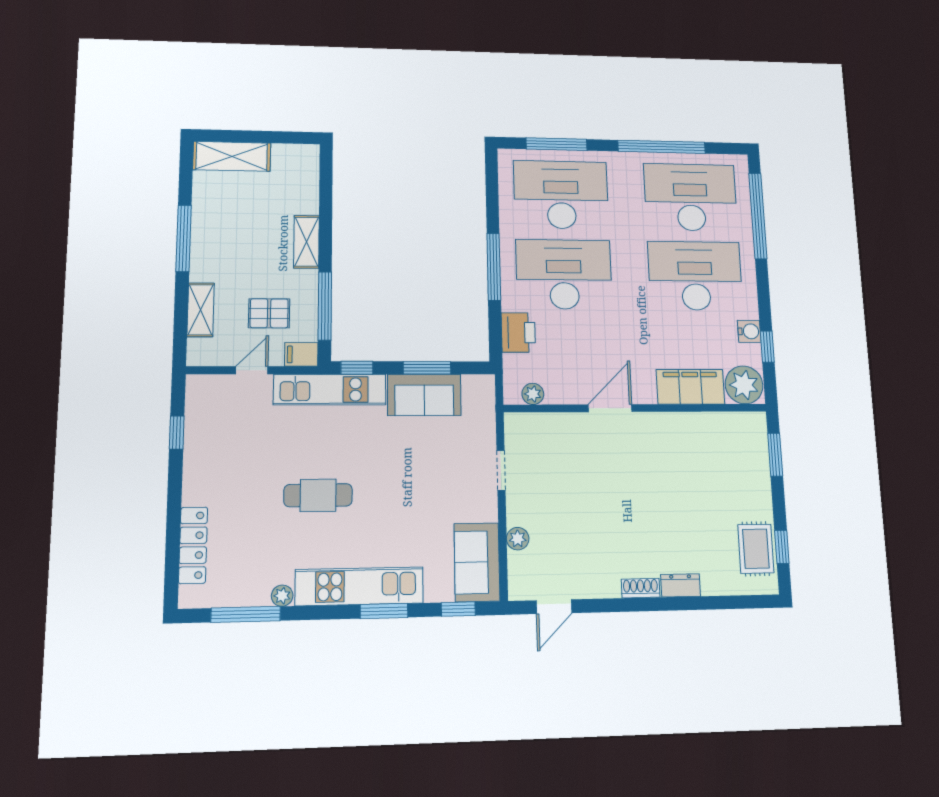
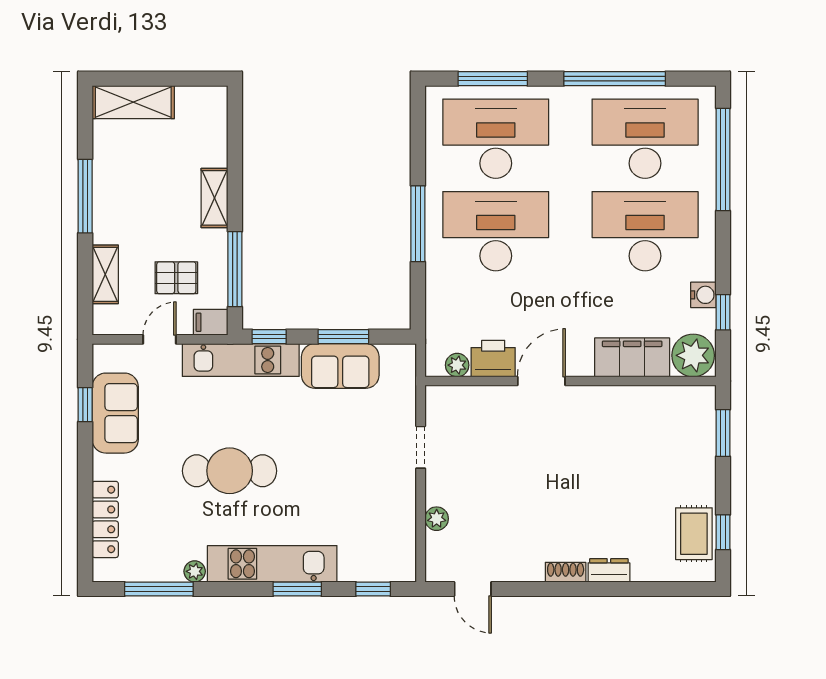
printer: (518, 333) -> (493, 359), moved, turned -90
cafe table: (318, 495) -> (230, 471), width x1.37, depth x1.35
sofa: (477, 562) -> (115, 413), moved, turned 180
door: (554, 607) -> (473, 589), hinge flipped

